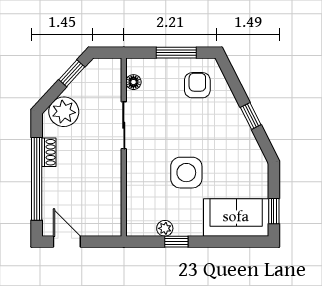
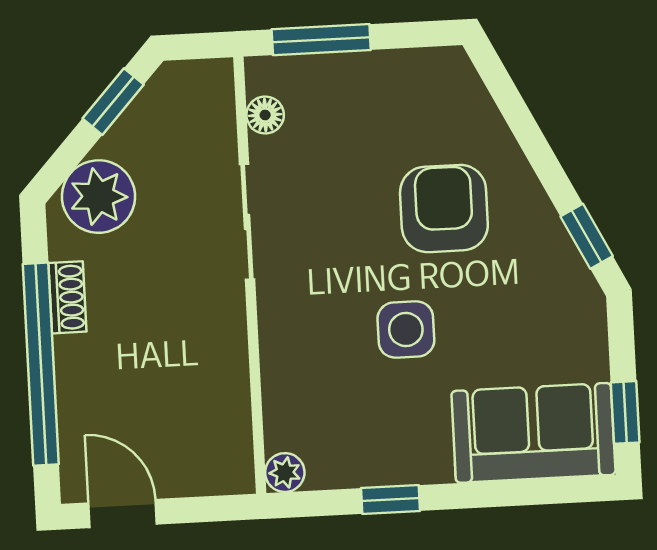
window: (176, 53) -> (321, 40), moved
armchair: (197, 85) -> (444, 209), moved, width x1.38, depth x1.38
window: (251, 116) -> (587, 236), moved
side table: (186, 173) -> (406, 330), width x0.73, depth x0.73
plant: (165, 228) -> (285, 473), moved

